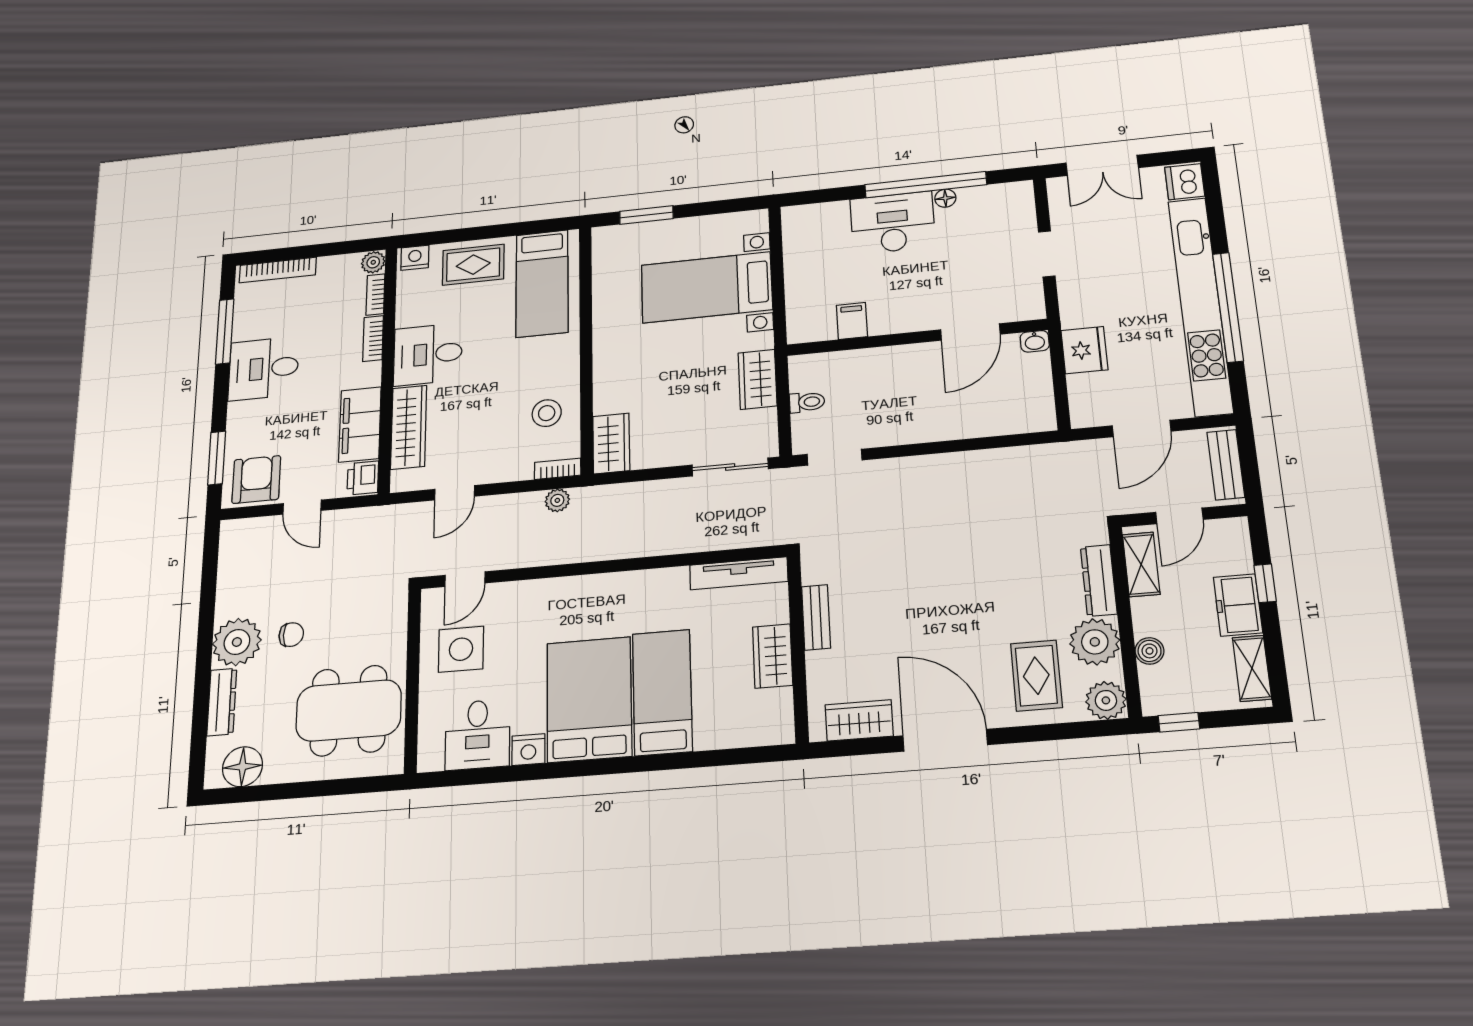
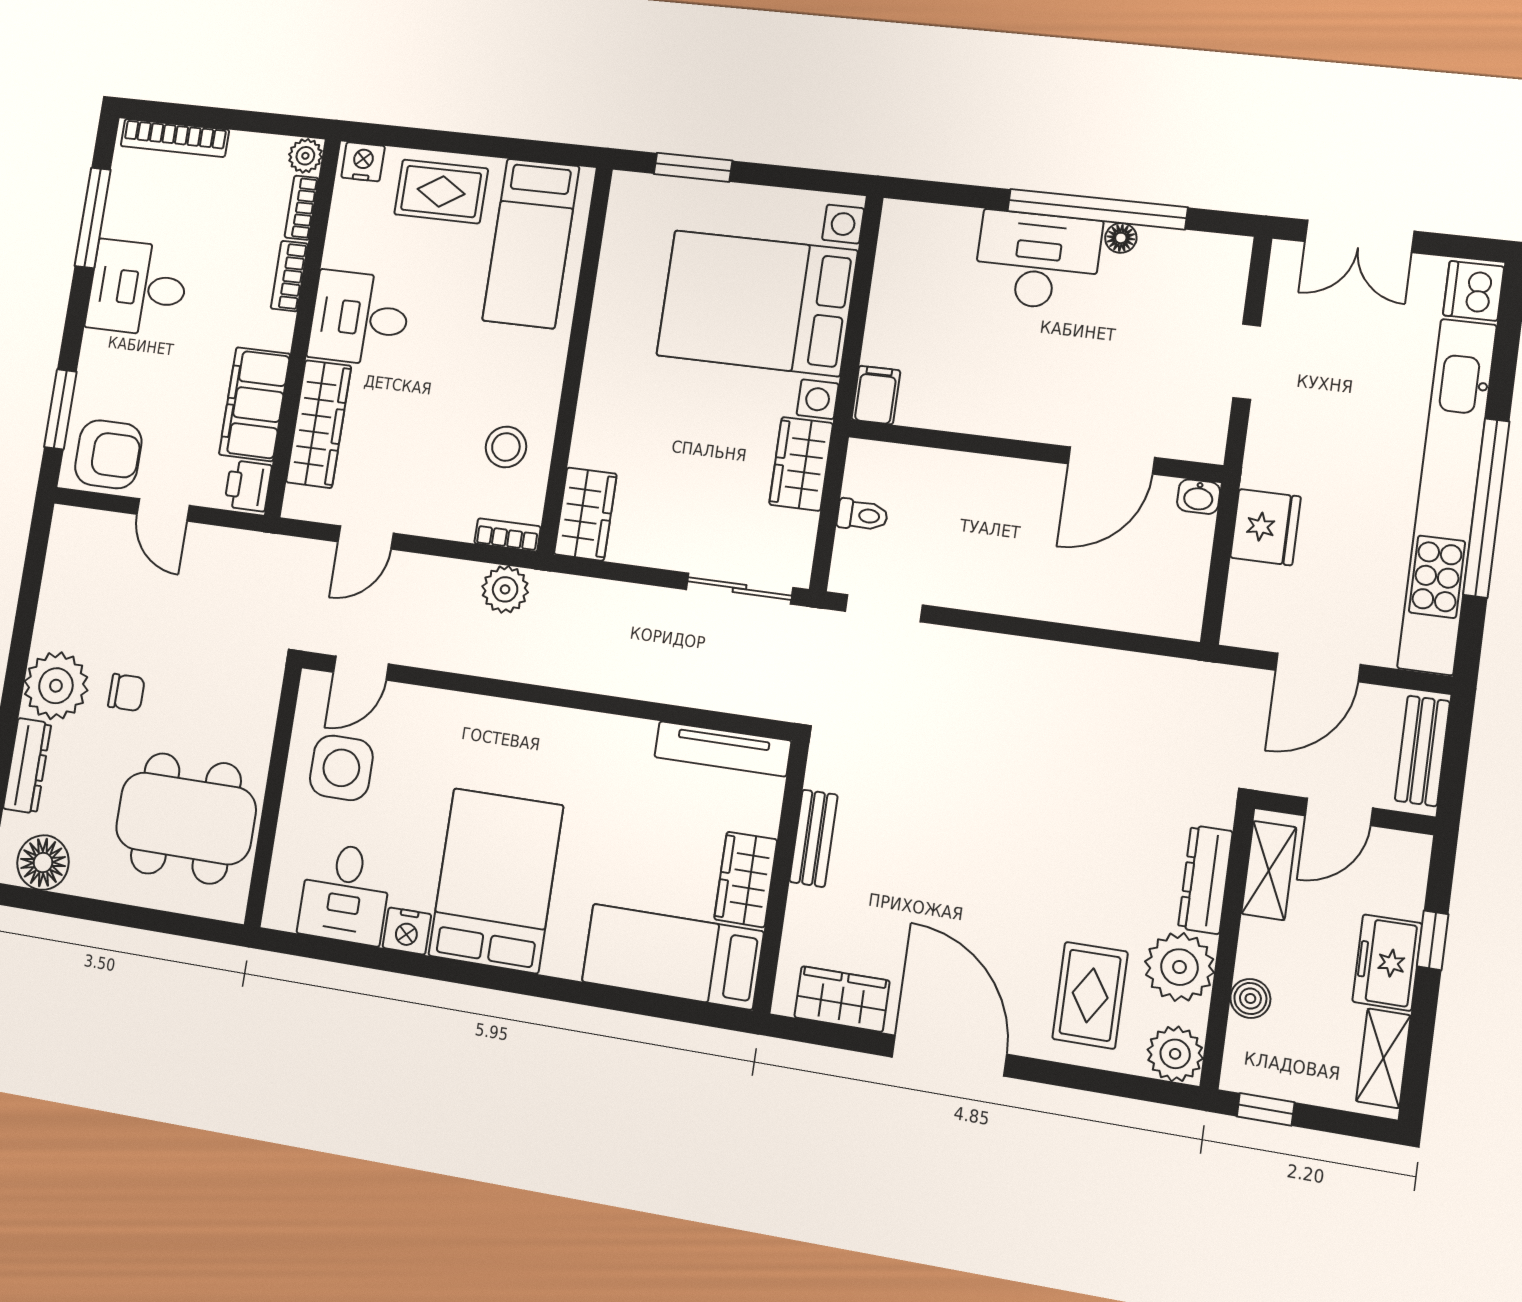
bed with nightstands: (707, 287) -> (757, 303), width x1.36
filing cabinet: (852, 321) -> (876, 395), moved
armchair: (256, 480) -> (108, 454), turned 90
plant: (557, 500) -> (505, 589), width x1.38, depth x1.38
bed: (662, 692) -> (672, 957), moved, turned -90

